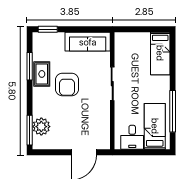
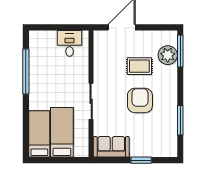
window: (48, 29) -> (141, 160), moved
sofa: (88, 42) -> (111, 147), width x0.73
rug: (42, 74) -> (139, 66), moved, turned 90
bed: (155, 126) -> (62, 132), moved, turned 180

